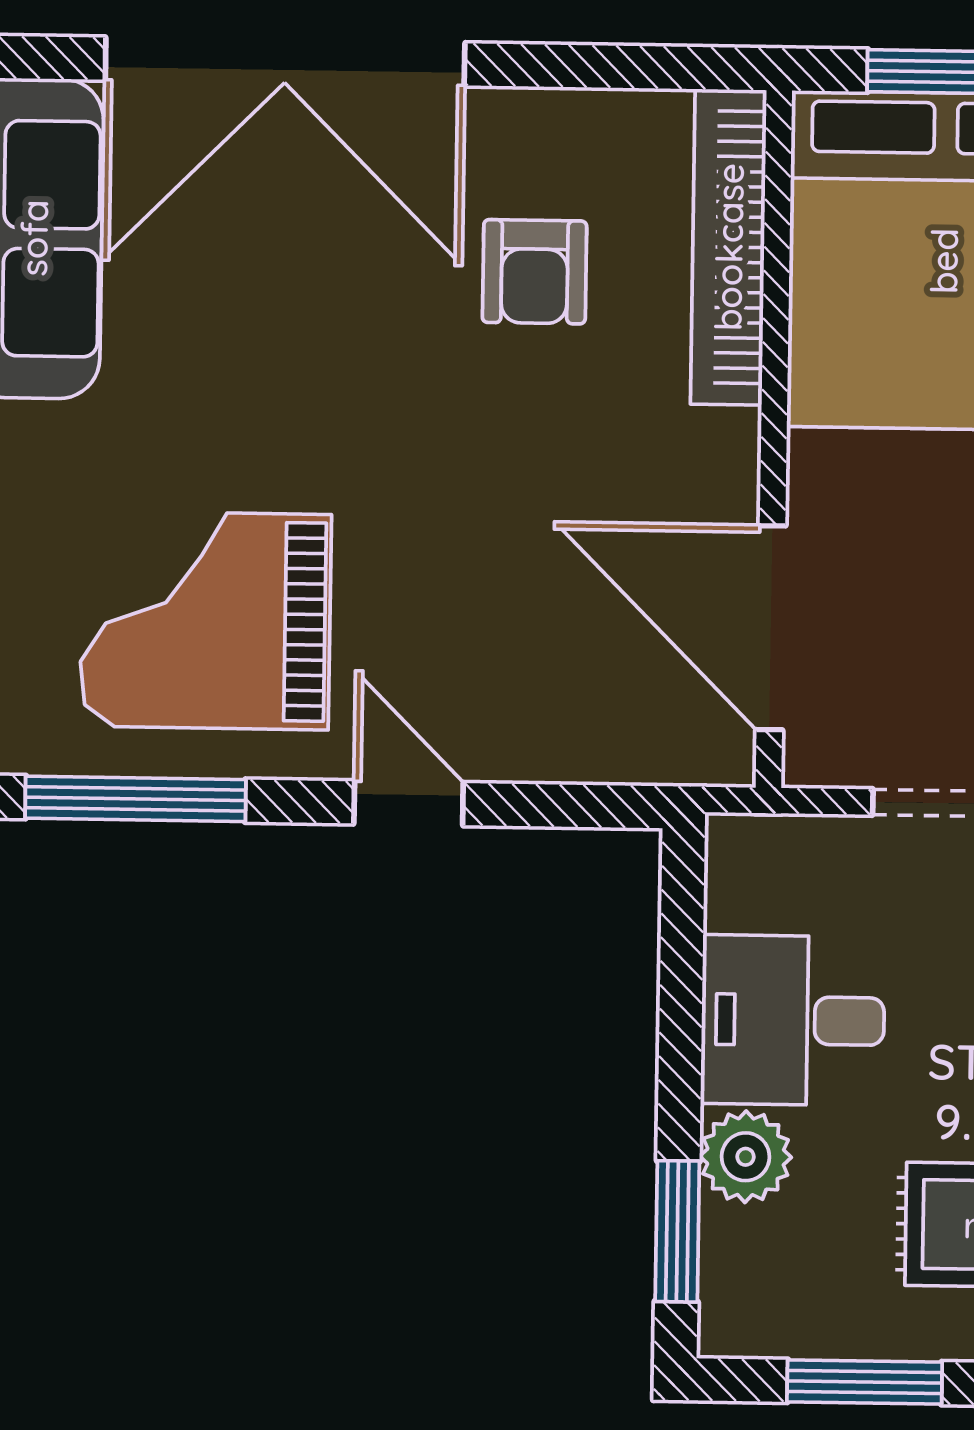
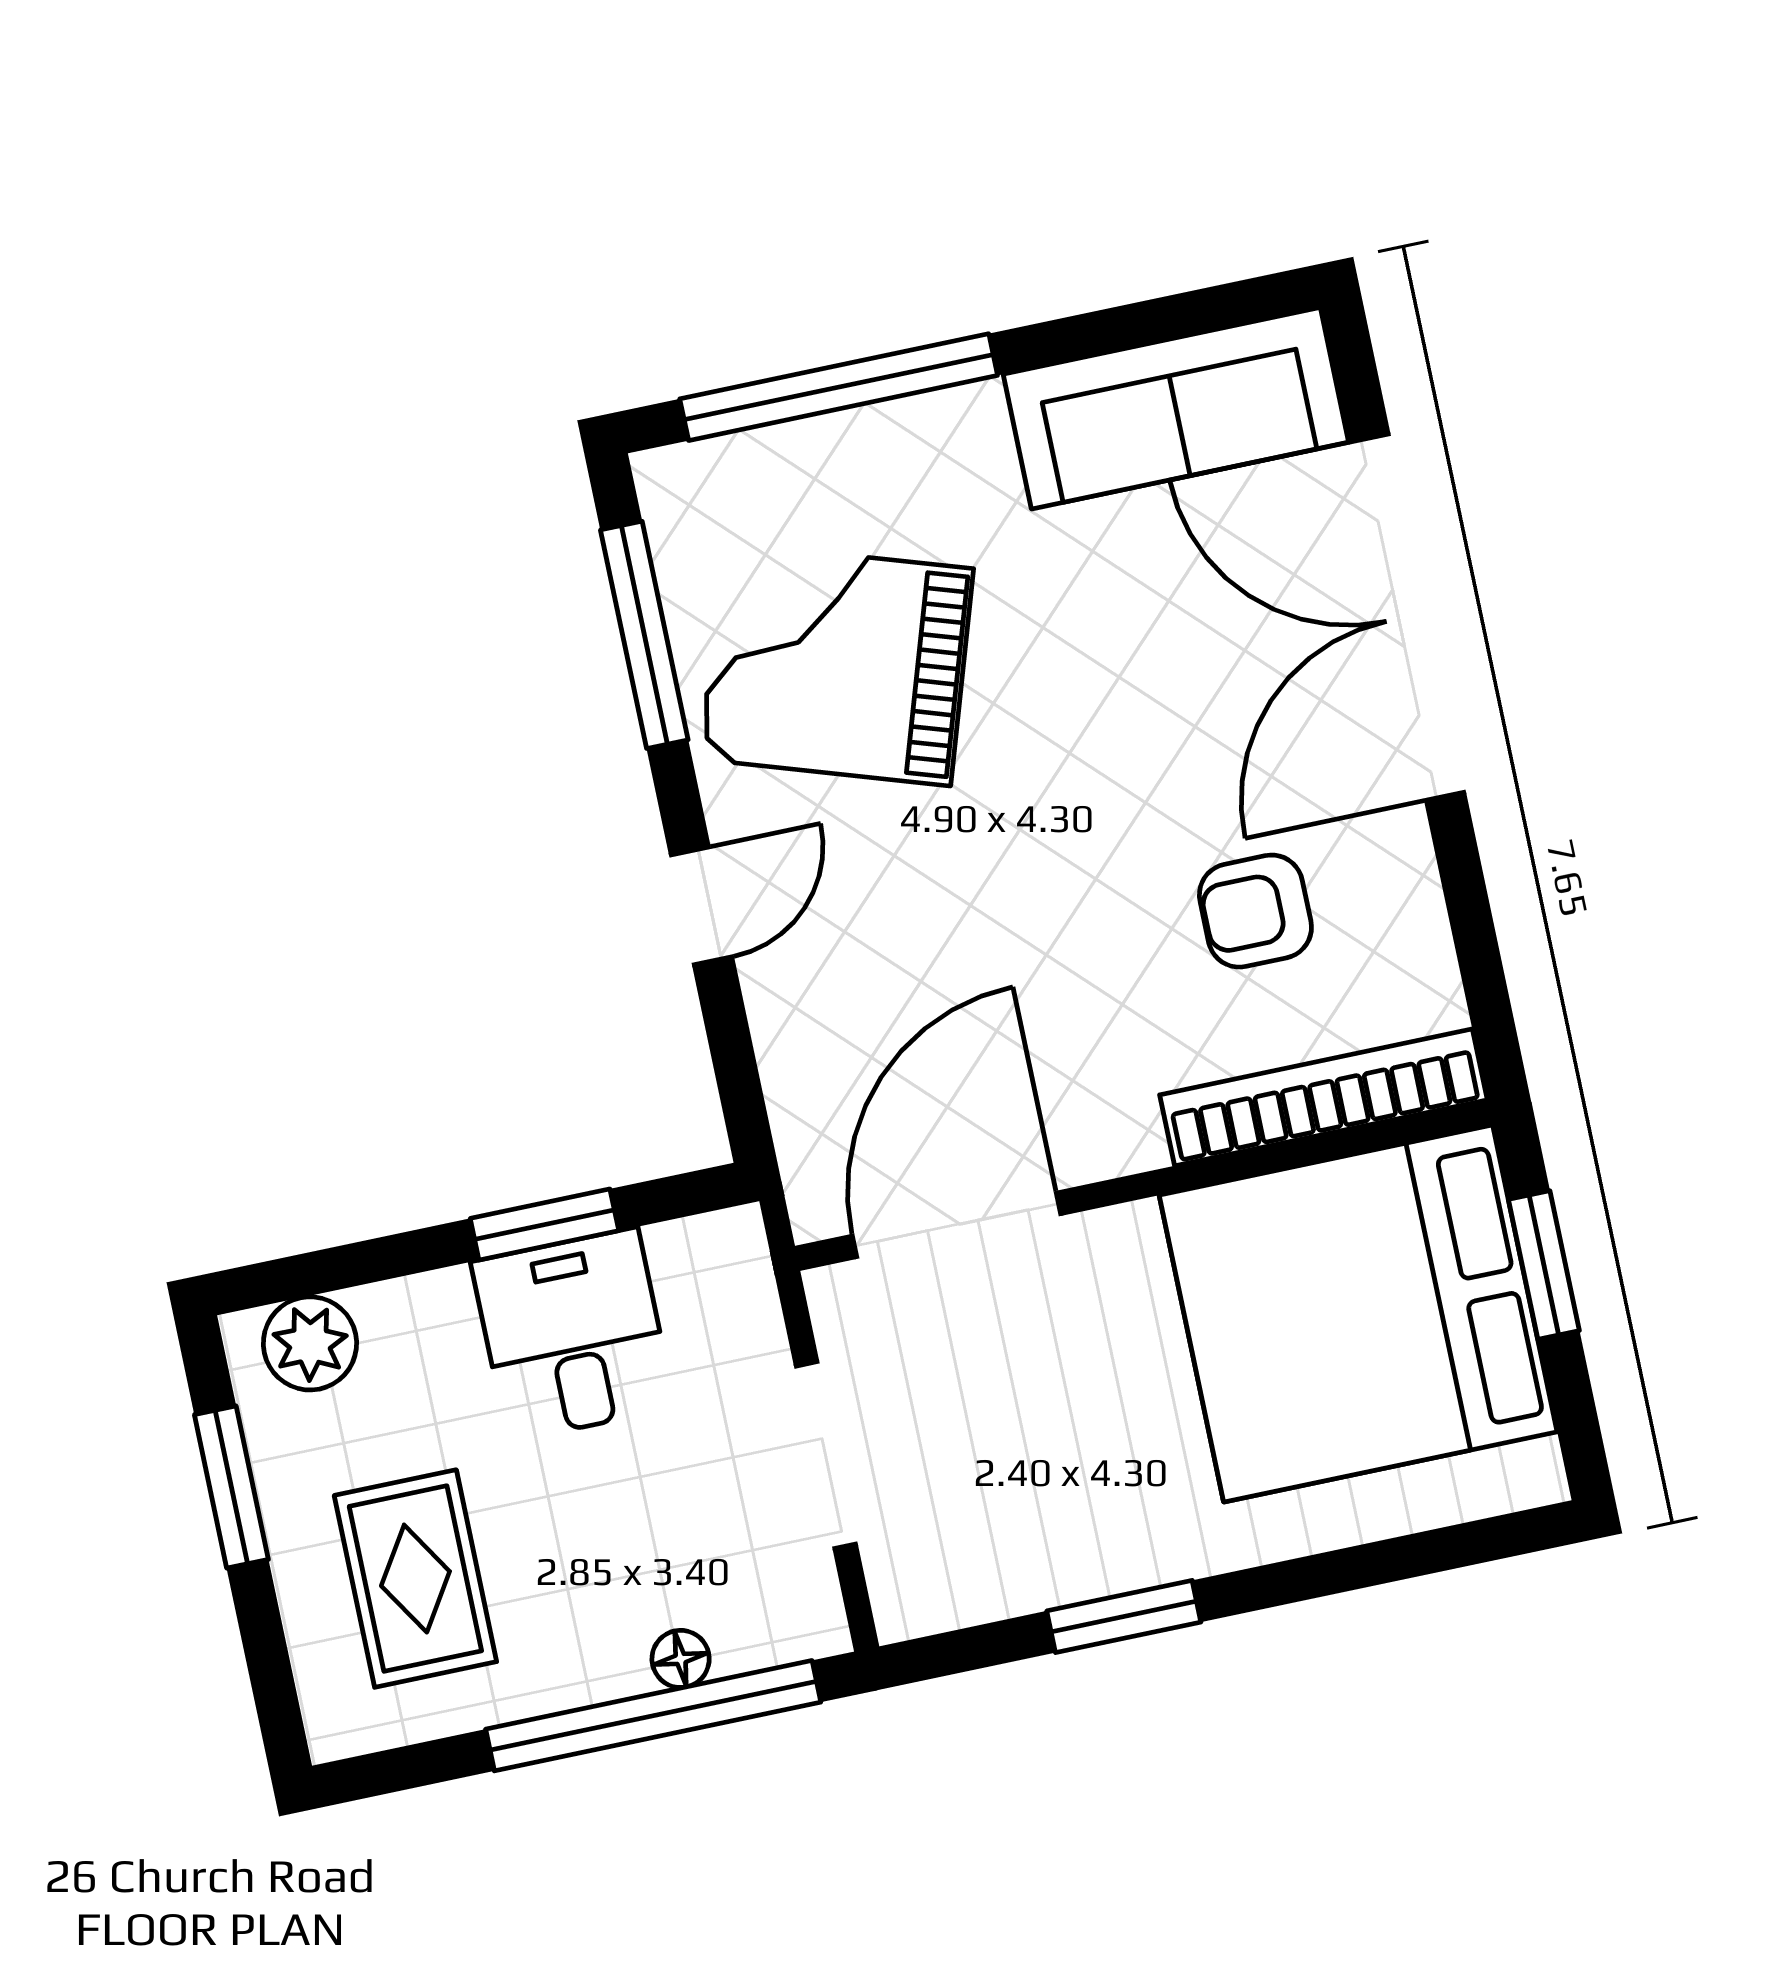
grand piano: (206, 620) -> (837, 664), turned -72
plant: (746, 1157) -> (310, 1343), moved
window: (677, 1231) -> (544, 1225), moved

